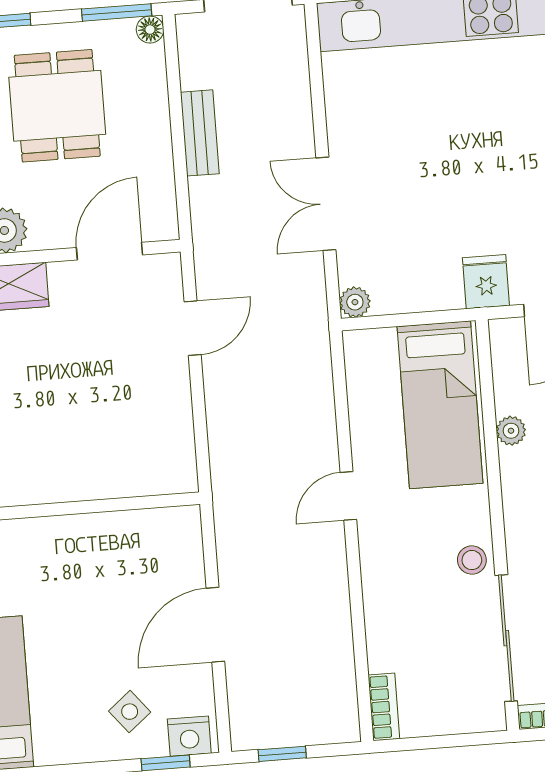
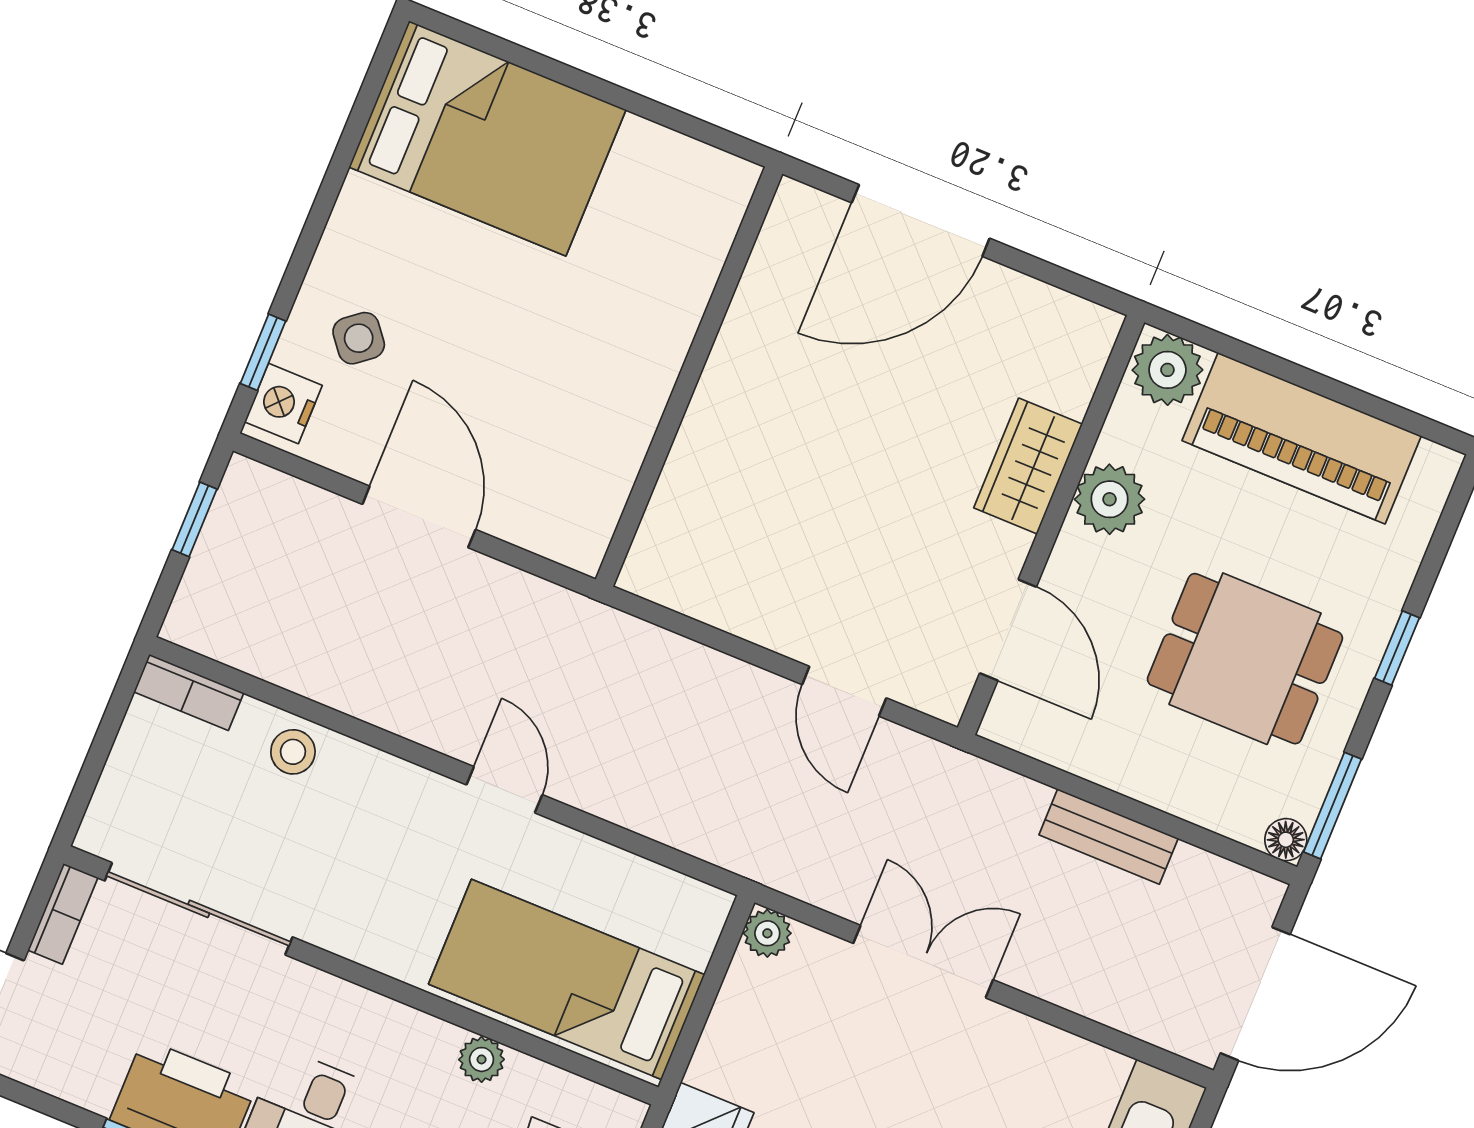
stool: (472, 560) -> (293, 752), moved

